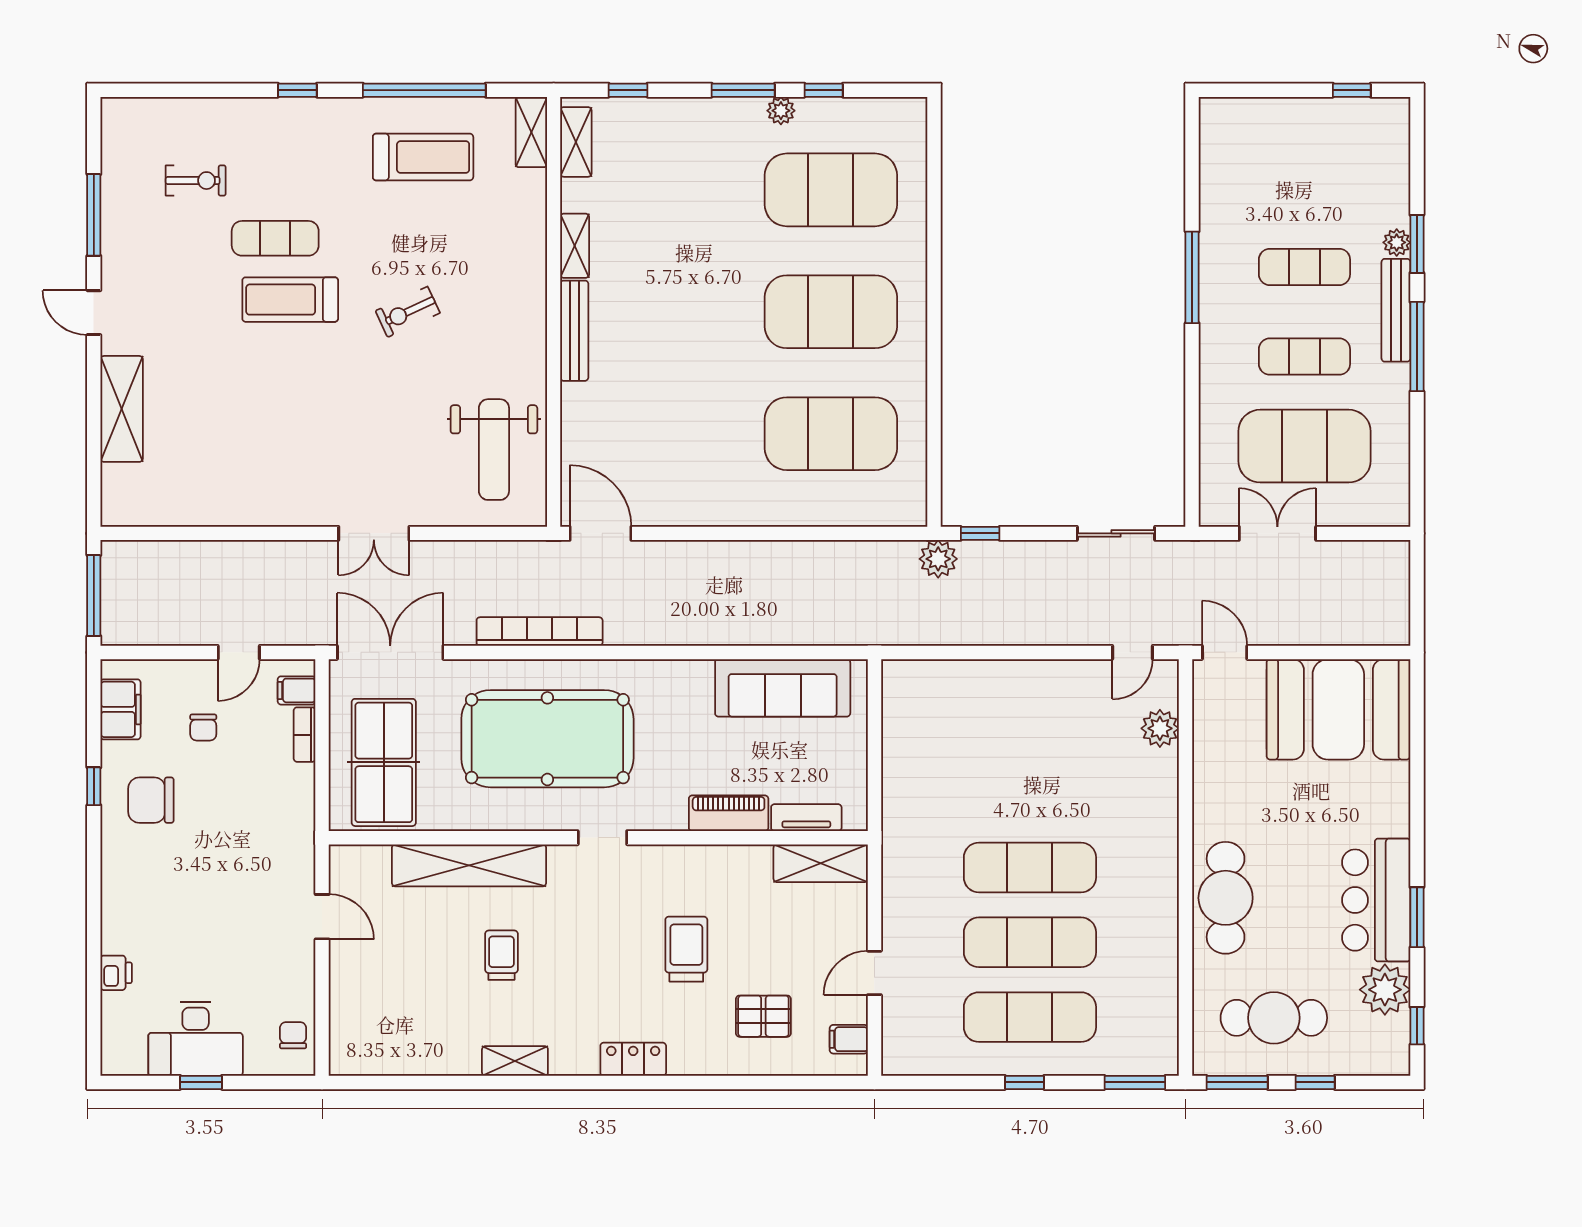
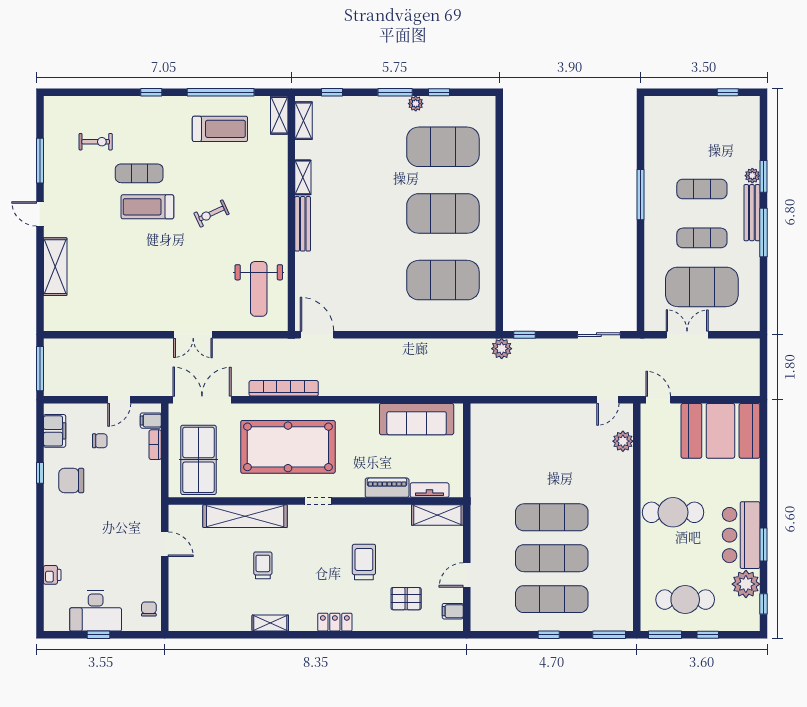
chair: (203, 728) -> (100, 441), turned -90
cafe table: (1226, 898) -> (673, 512), moved, turned 90

